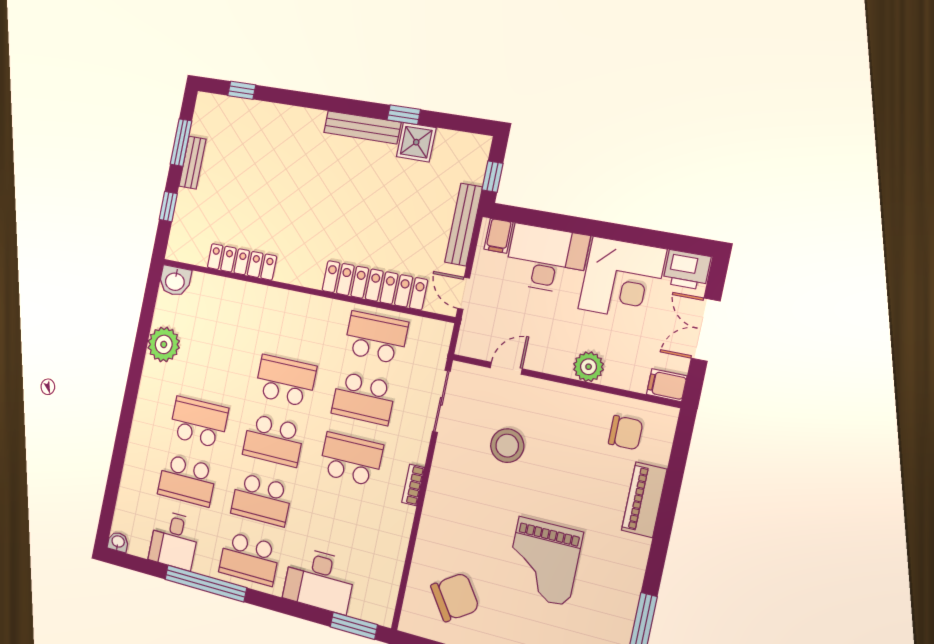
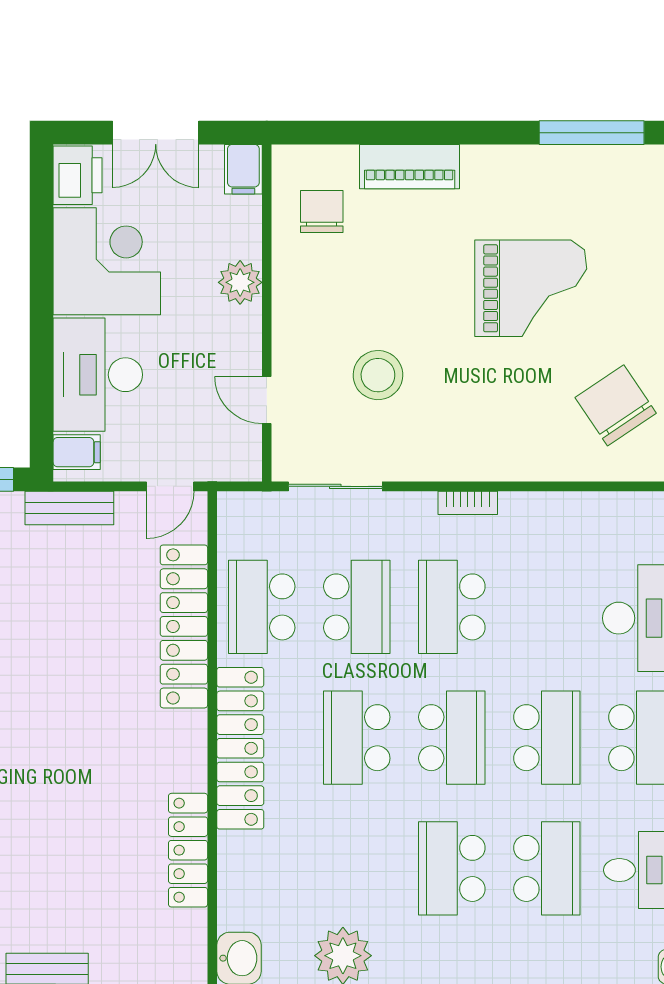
bench: (464, 225) -> (69, 508), width x0.73
locker: (294, 306) -> (240, 748), added

